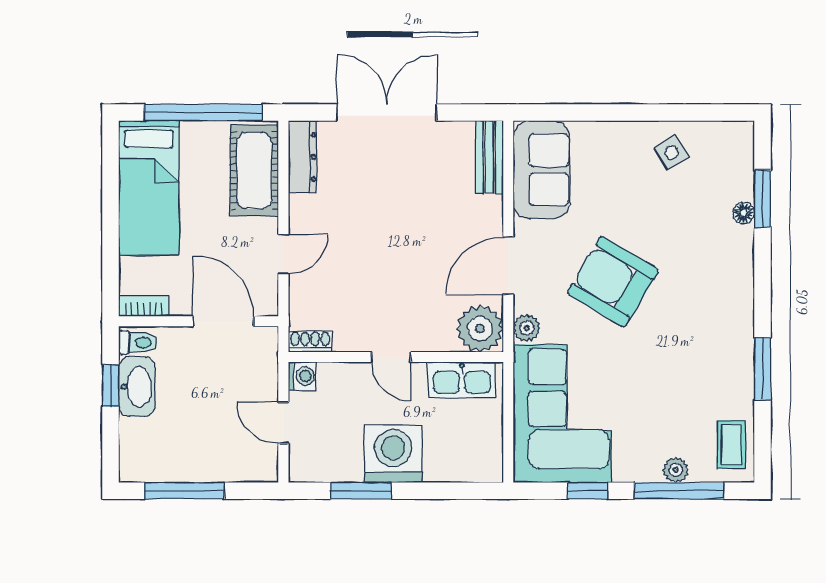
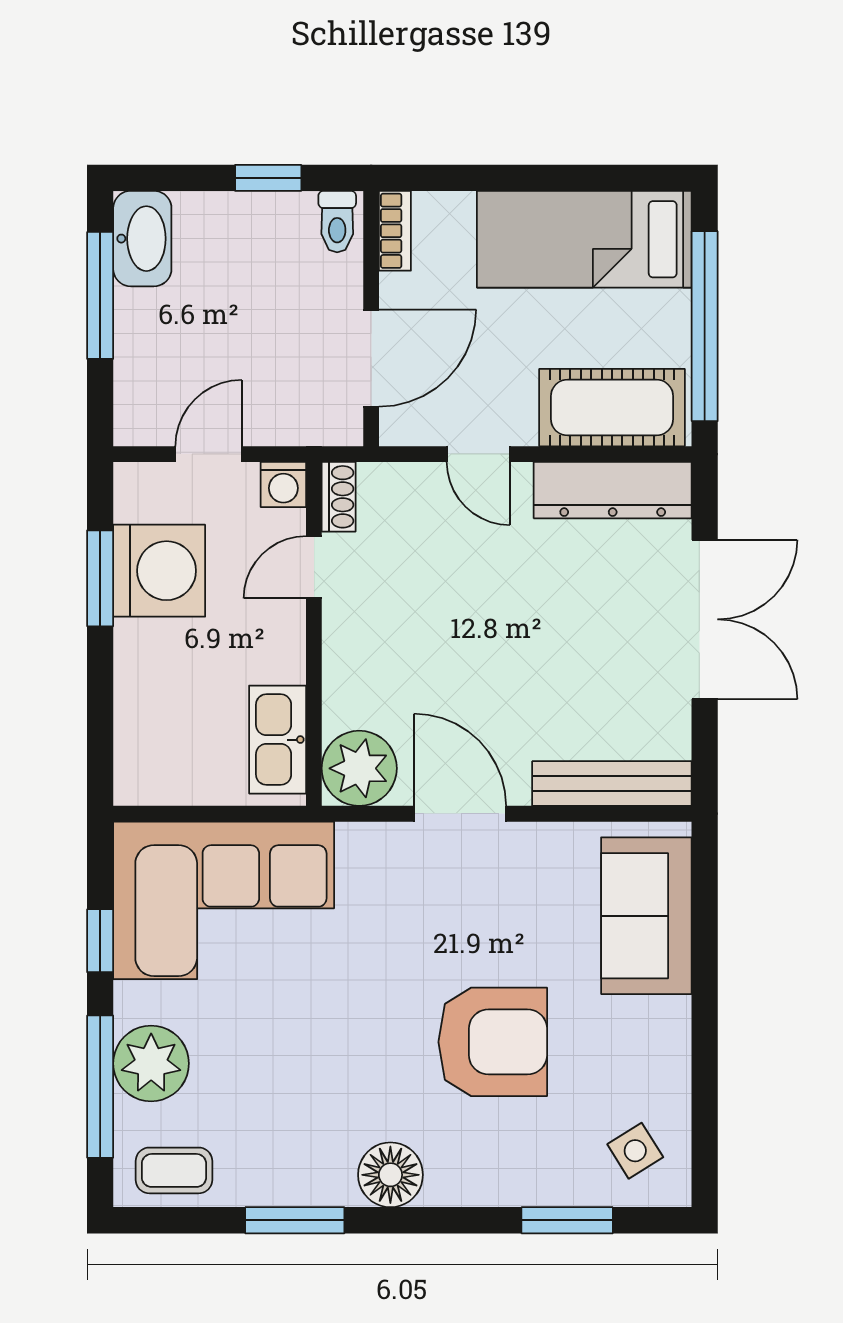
side table: (672, 152) -> (635, 1151), moved
dresser: (302, 157) -> (613, 490), width x1.37, depth x1.24
bench: (489, 157) -> (612, 784), width x1.36
sofa: (542, 170) -> (646, 916), moved, turned 90
floor lamp: (744, 213) -> (390, 1175), moved, width x1.89, depth x1.89
armchair: (613, 281) -> (493, 1042), moved, turned 59
plant: (527, 328) -> (360, 843), removed
door: (391, 357) -> (314, 567), moved
washbasin: (137, 387) -> (142, 239), moved, turned -90
washing machine: (393, 454) -> (159, 571), moved
plant: (676, 470) -> (151, 1063), width x1.88, depth x1.88

